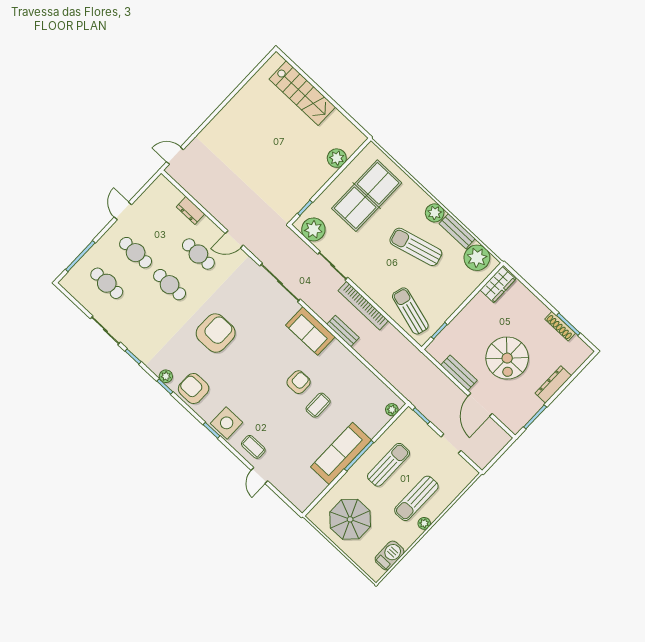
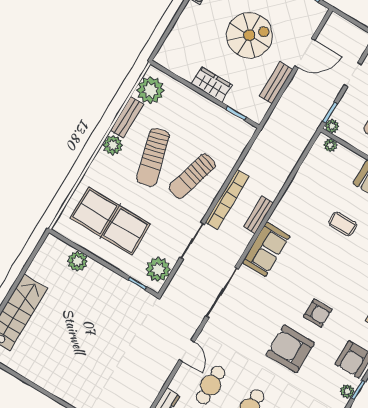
wardrobe: (498, 285) -> (211, 84), moved
sun lounger: (410, 311) -> (192, 176), moved
armchair: (299, 382) -> (318, 313), moved, turned 180
plant: (409, 415) -> (332, 126), added

